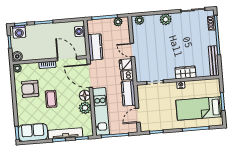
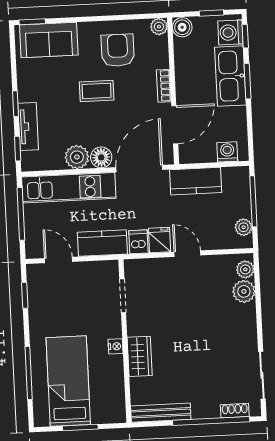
plant: (166, 19) -> (244, 291), moved
kitchen sink: (41, 31) -> (230, 76), added
door: (132, 50) -> (187, 254), hinge flipped
sofa: (33, 132) -> (49, 40), moved, turned 90
tv unit: (65, 134) -> (28, 127), width x0.71

